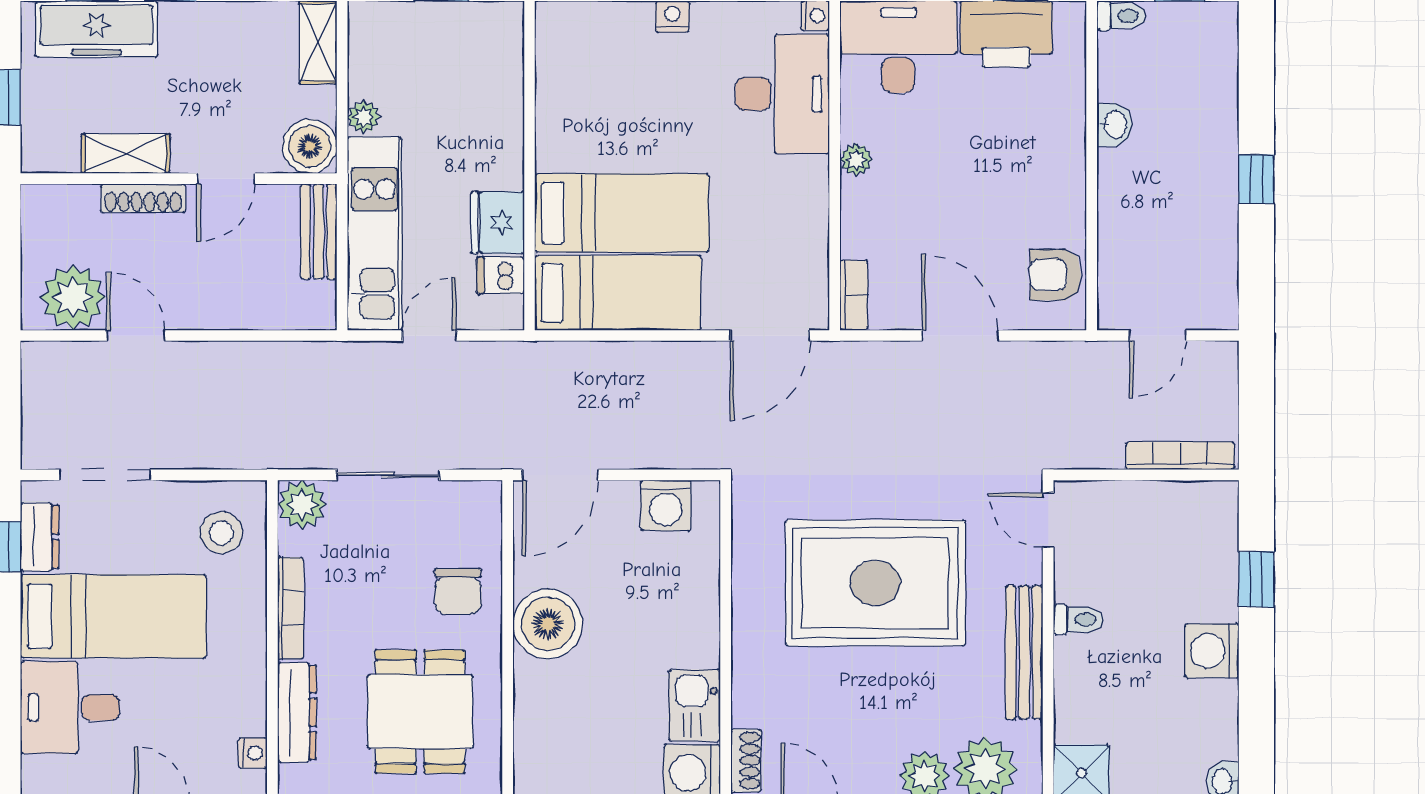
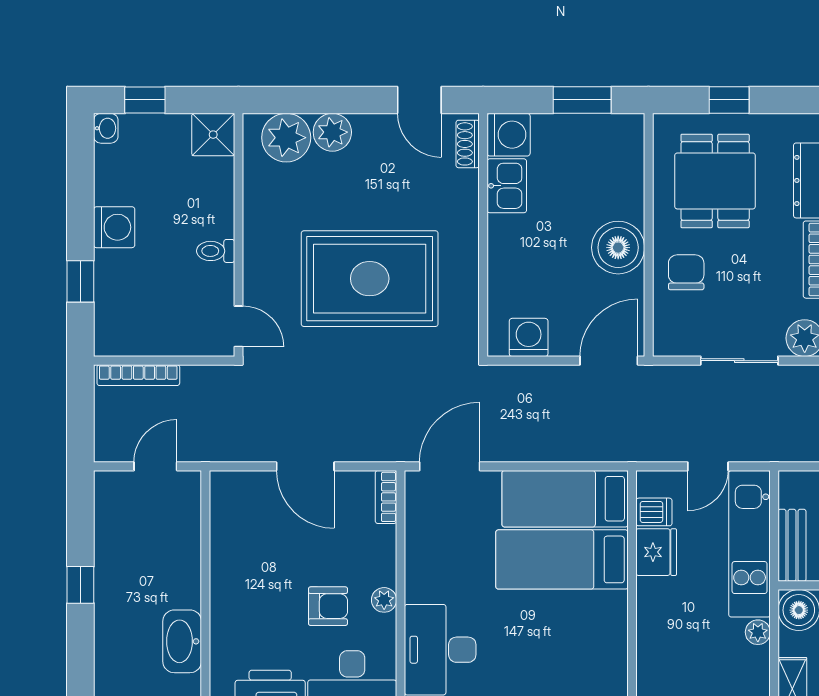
washbasin: (1114, 125) -> (182, 641), width x1.91, depth x1.45
armchair: (1055, 275) -> (328, 606), moved
bench: (1024, 652) -> (257, 226), removed

